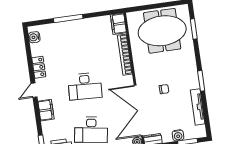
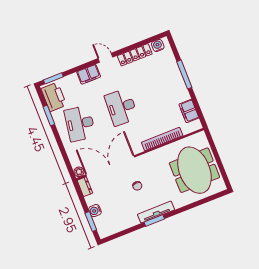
filing cabinet: (118, 24) -> (189, 111), moved, turned -90
window: (194, 29) -> (204, 201), removed
locker: (39, 67) -> (135, 55), width x1.53
tv unit: (198, 107) -> (156, 212), moved

